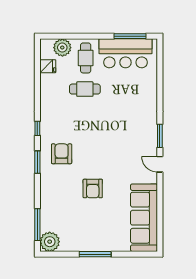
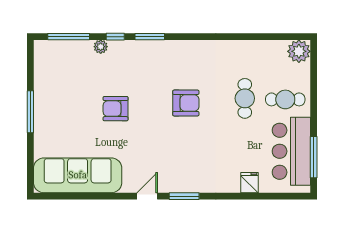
plant: (62, 48) -> (299, 51), moved
fridge: (48, 66) -> (249, 183), moved, turned 180
window: (37, 128) -> (115, 37), moved
armchair: (62, 154) -> (186, 103), moved
plant: (50, 242) -> (101, 47), moved, width x0.53, depth x0.53

